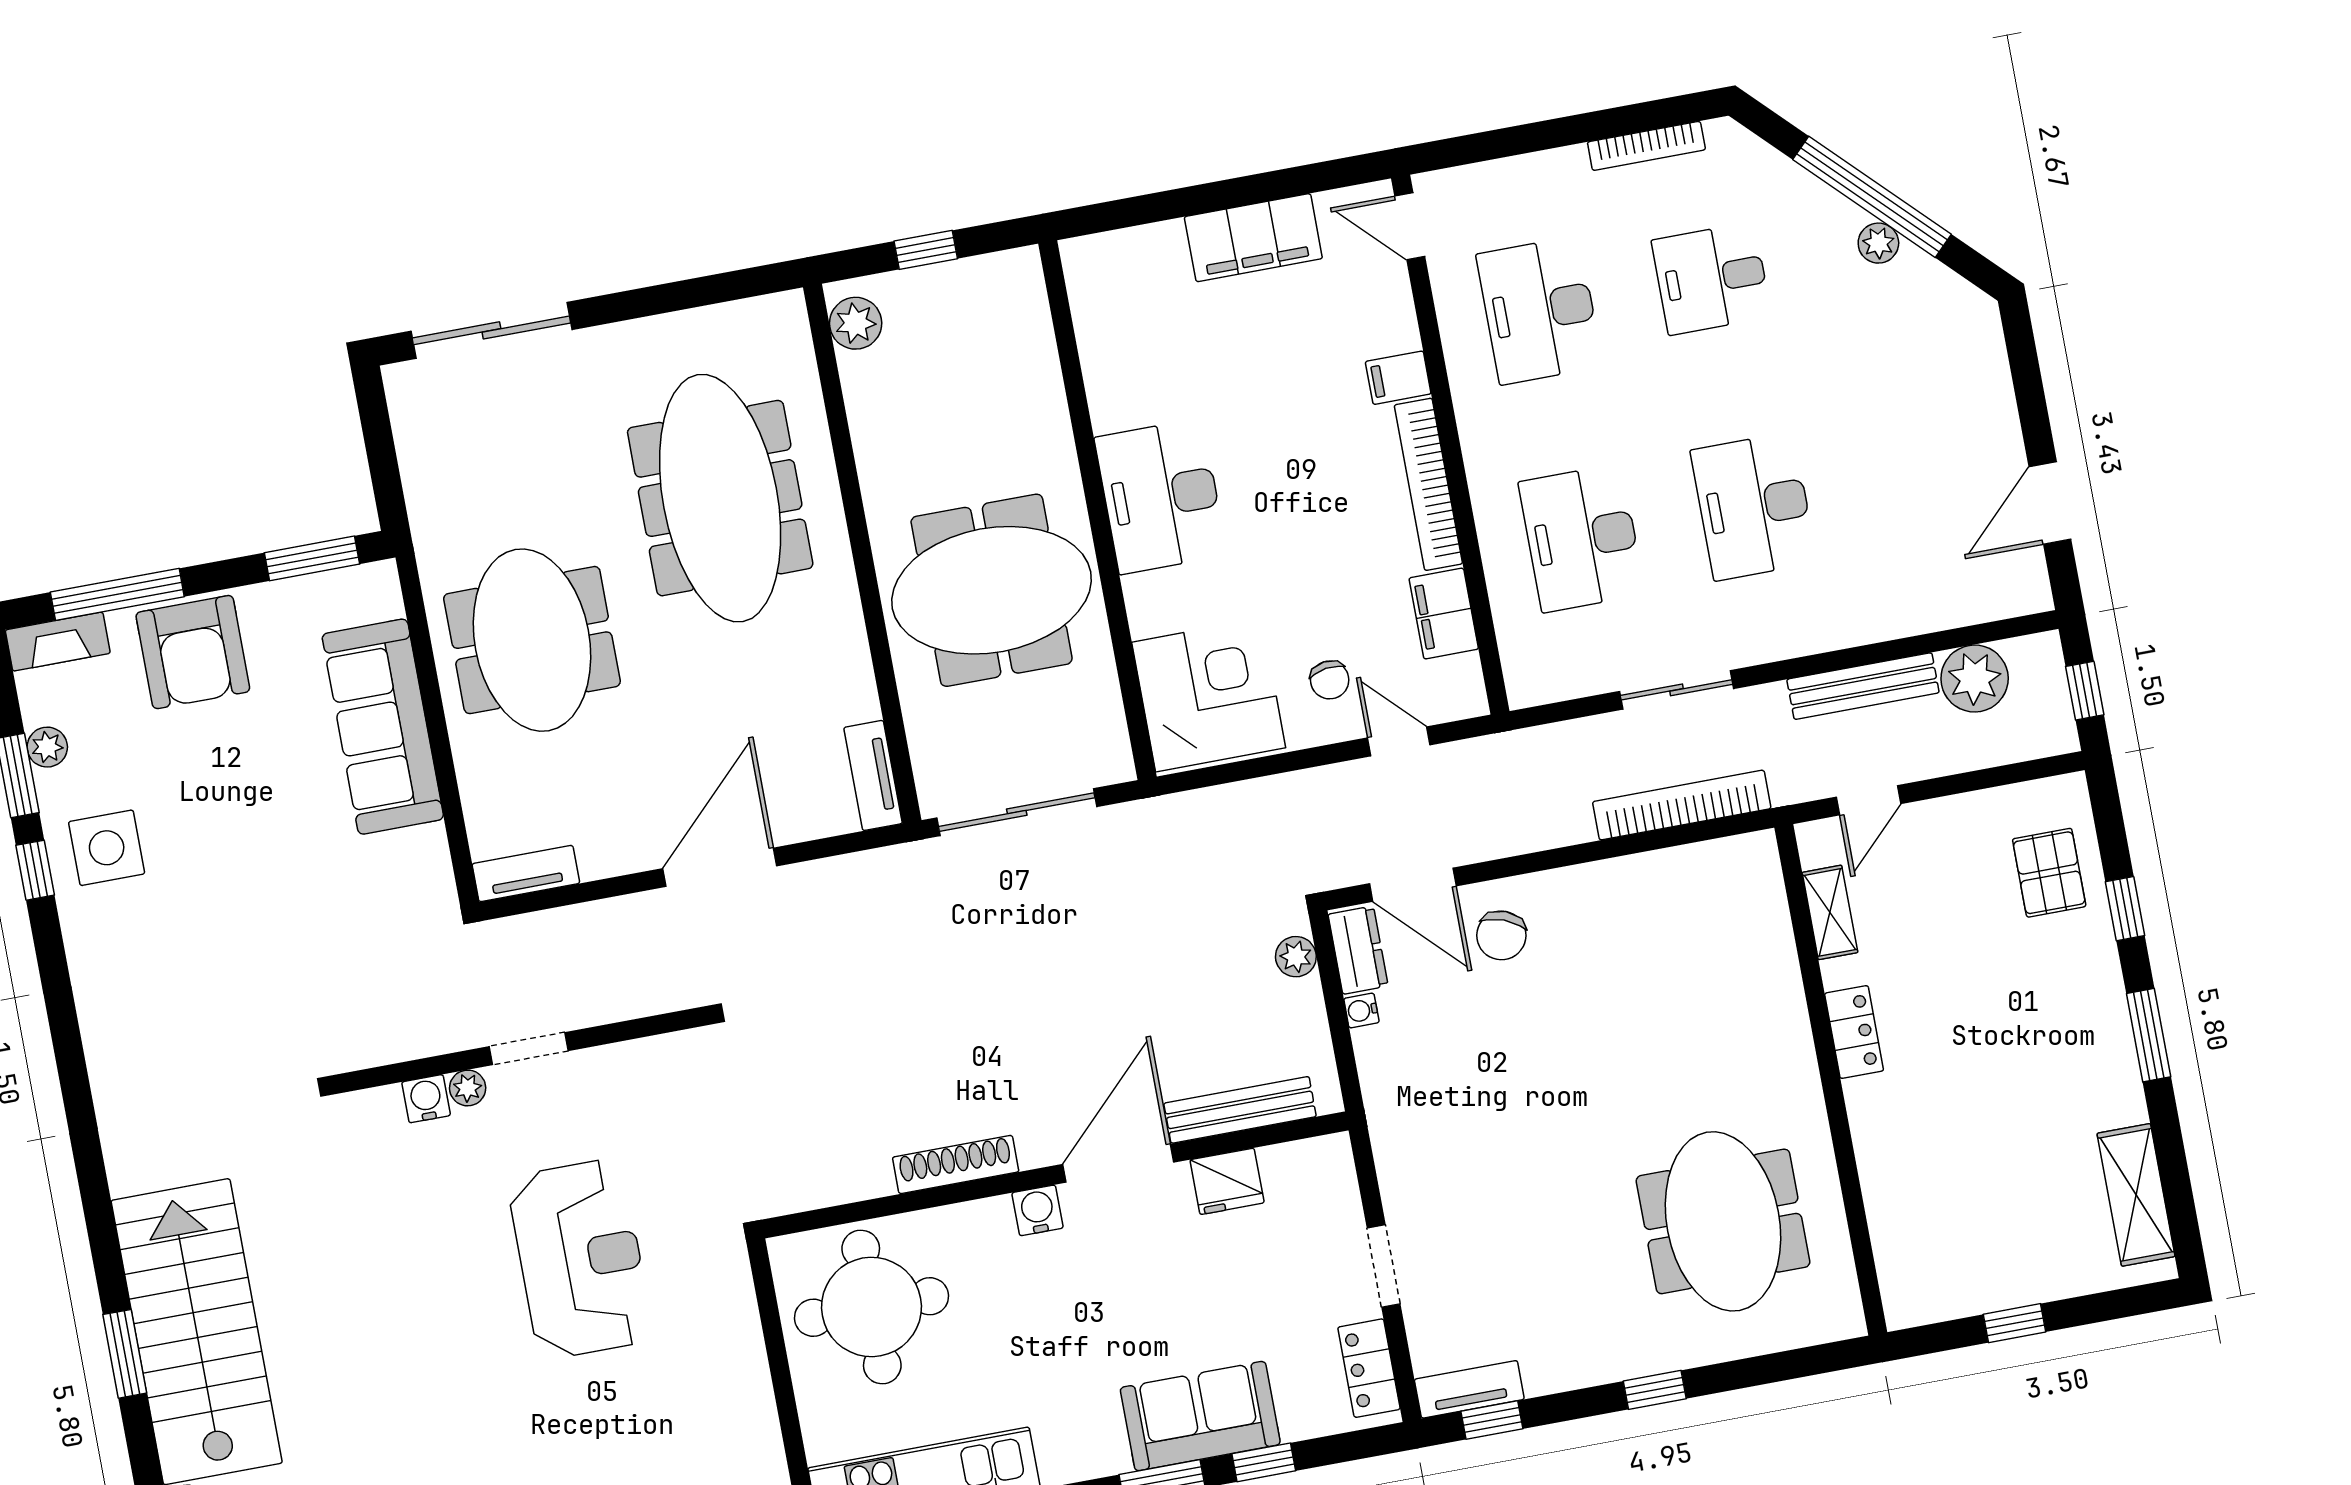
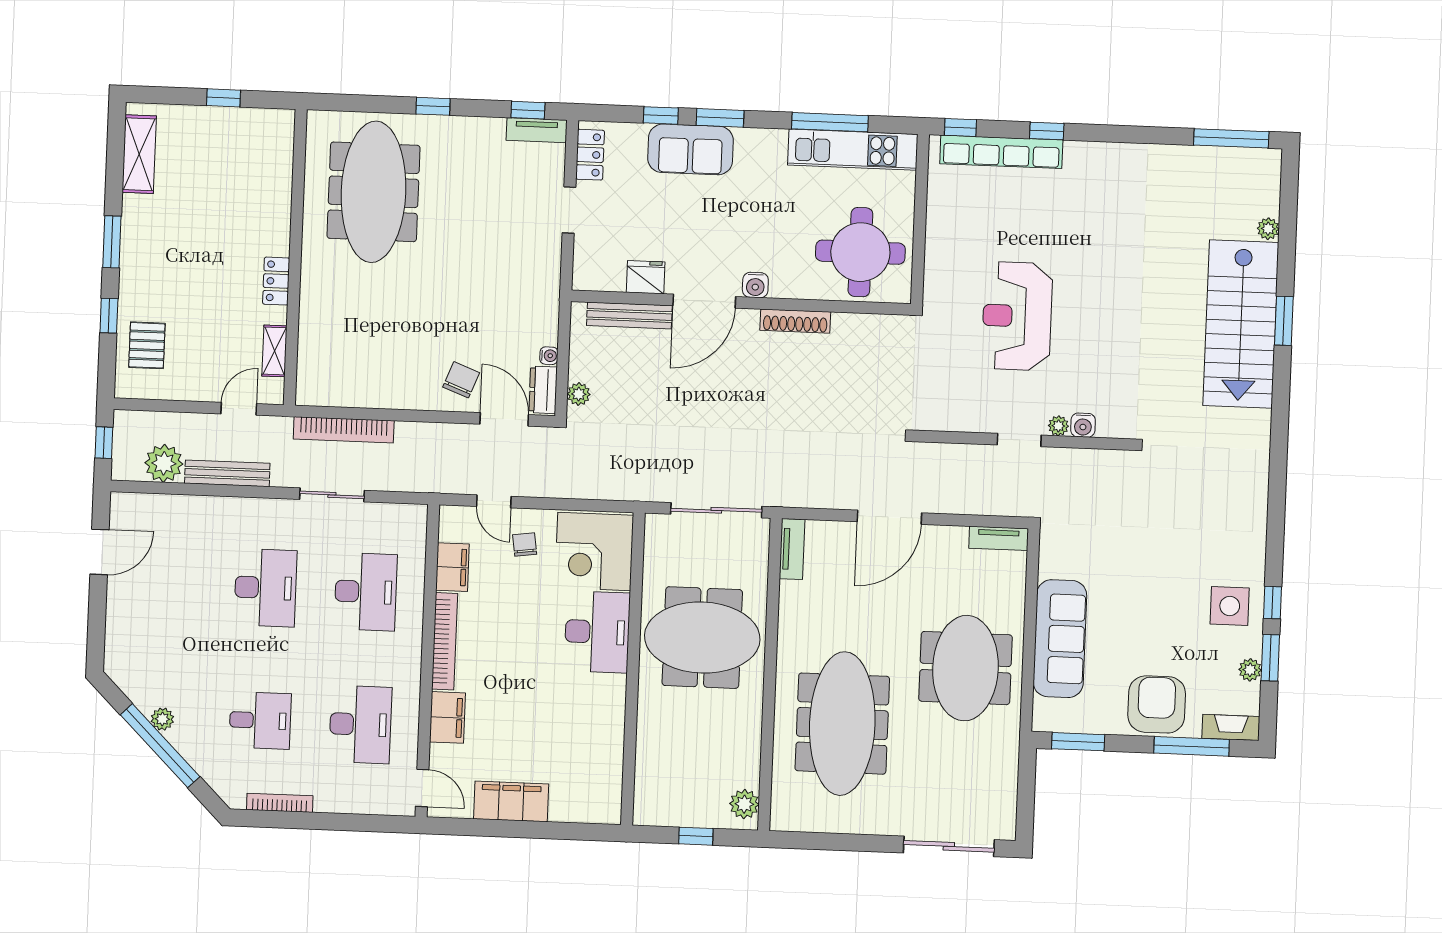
filing cabinet: (1398, 378) -> (447, 717), width x2.00
desk: (1161, 496) -> (597, 632), moved
meeting table: (1723, 1221) -> (374, 192), width x1.36

